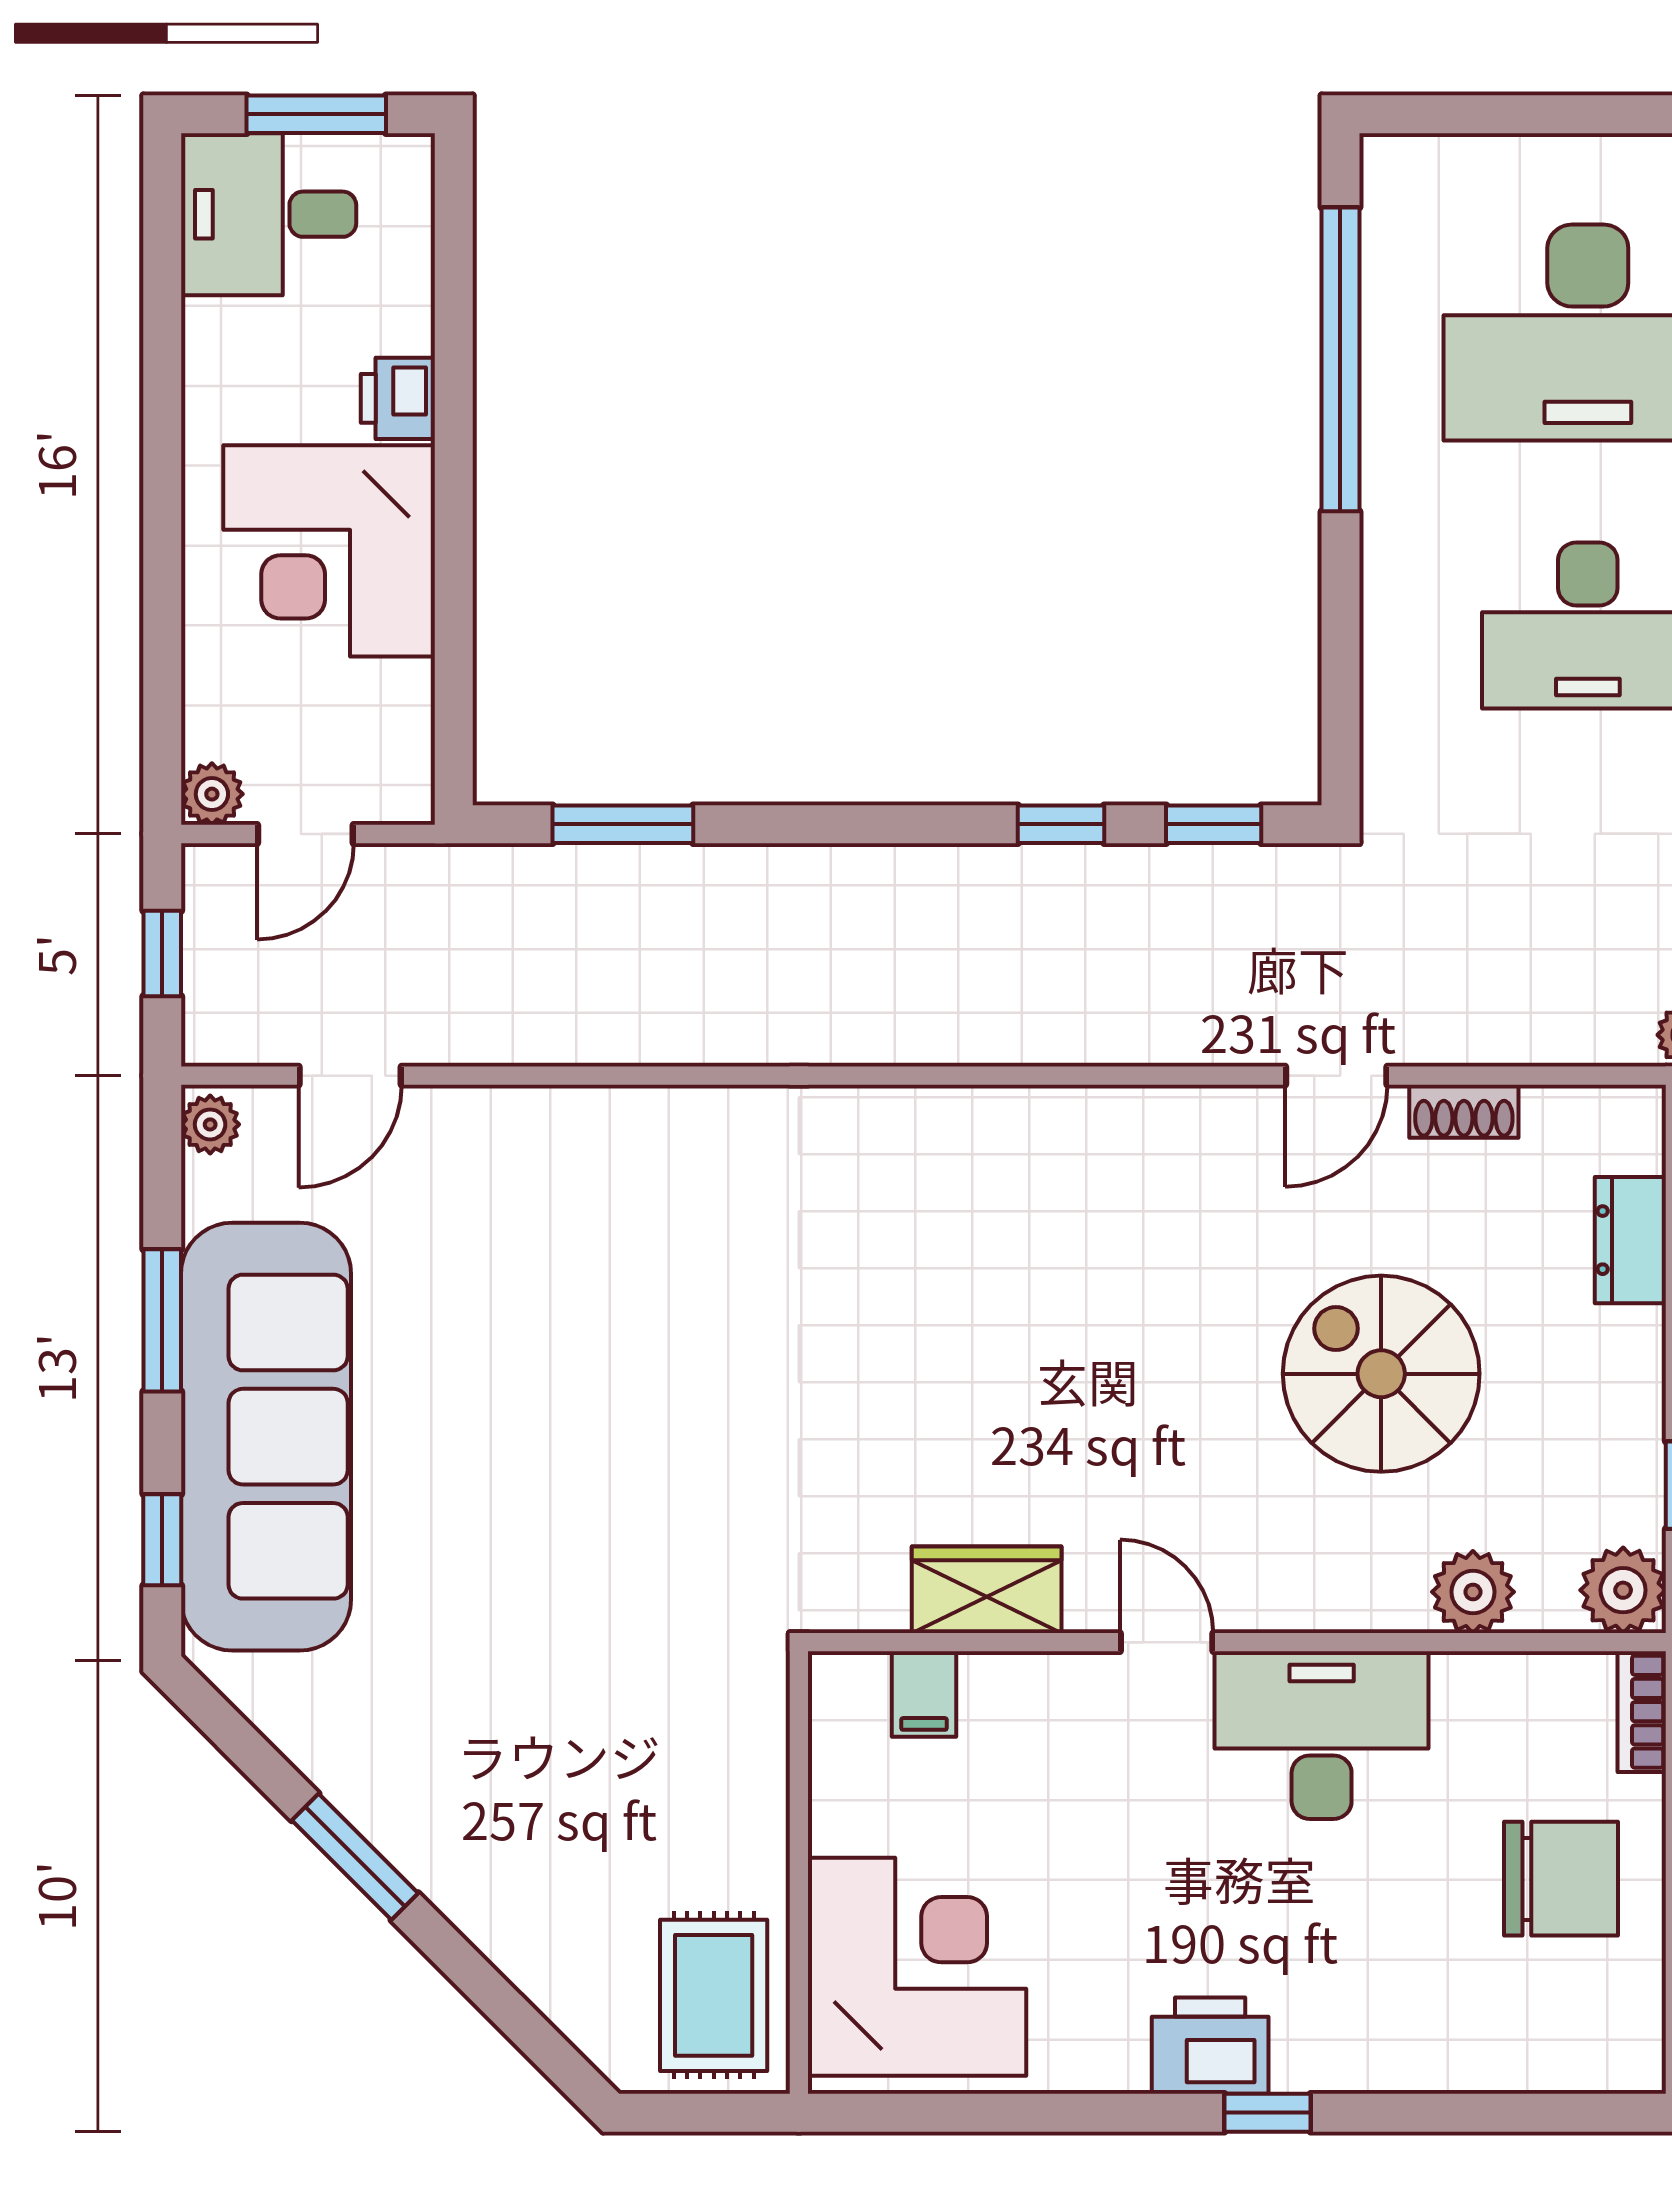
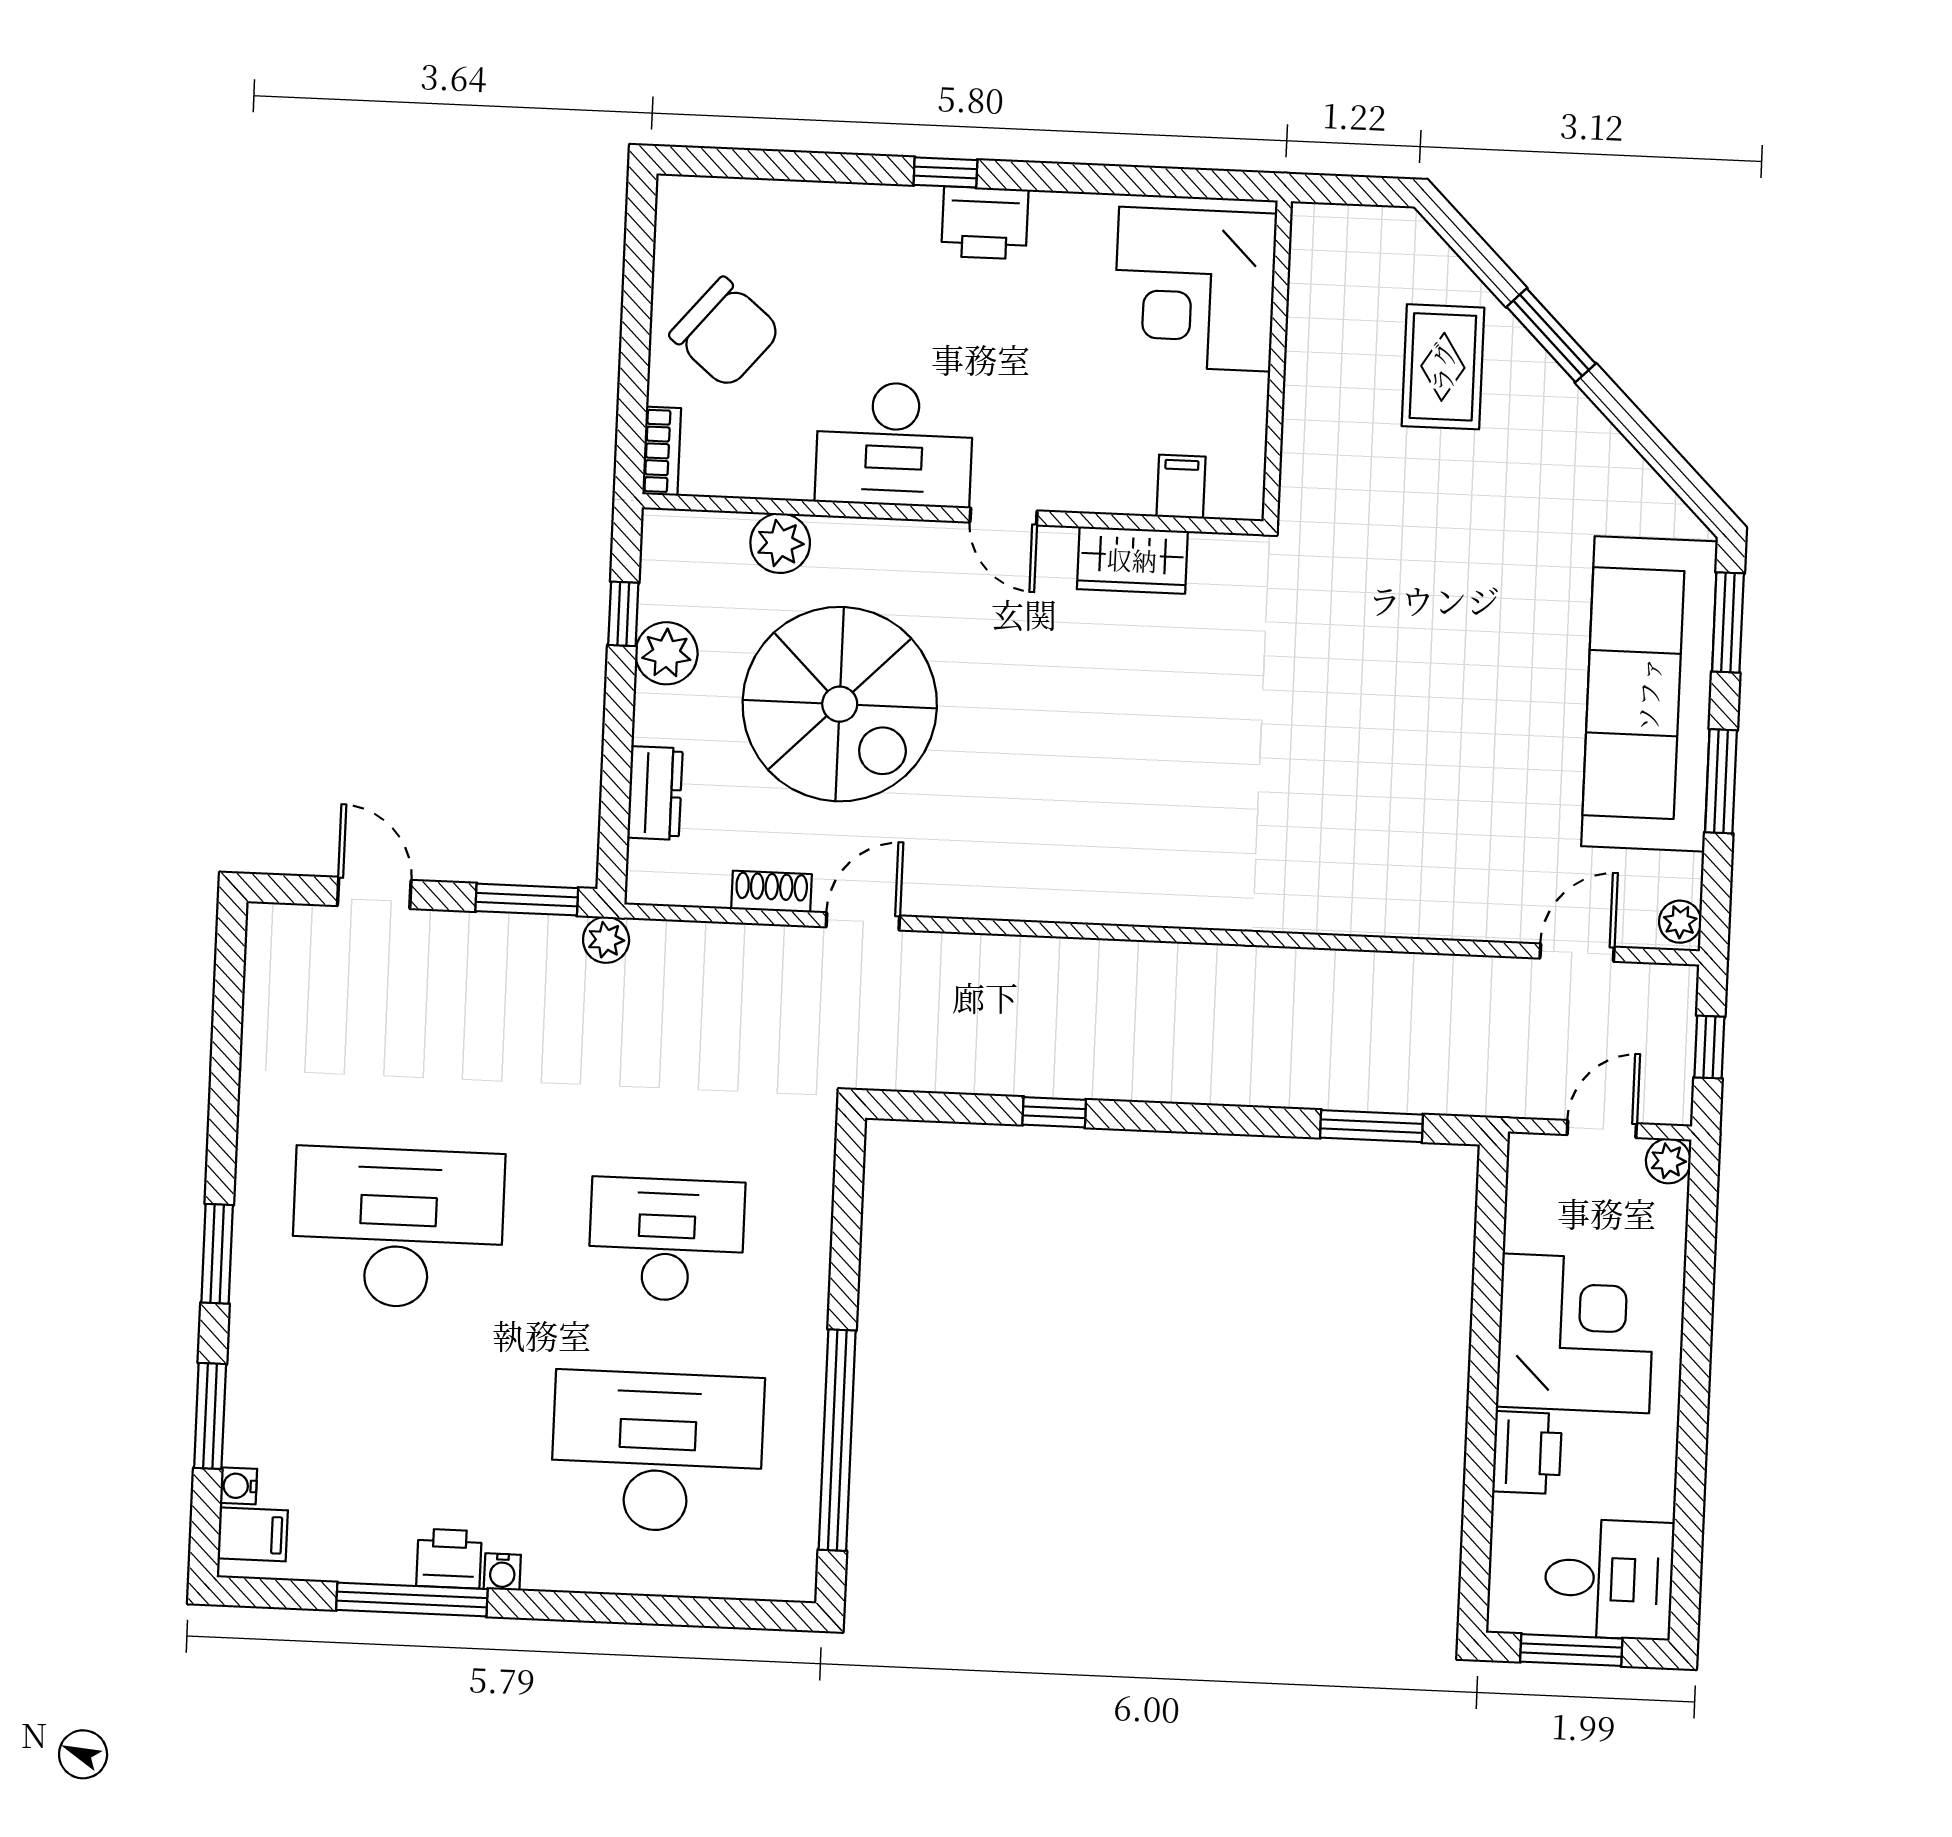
printer: (398, 398) -> (1527, 1453), width x1.36, depth x1.24
window: (1214, 824) -> (944, 1107), removed
spiral stairs: (1381, 1374) -> (840, 704), width x1.37, depth x1.37
window: (162, 1540) -> (1728, 622), width x1.50
plant: (1623, 1590) -> (666, 653), moved
window: (355, 1857) -> (1551, 335), moved
chair: (1561, 1879) -> (725, 333), turned -140
rug: (714, 1995) -> (1443, 367), moved

